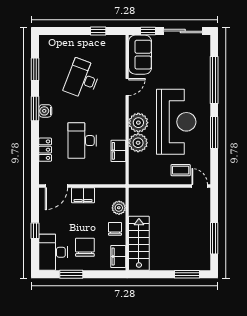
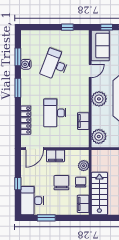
water cooler: (45, 111) -> (26, 64), moved
plant: (138, 143) -> (99, 137), moved
locker: (45, 150) -> (26, 120), width x1.53
chair: (85, 247) -> (61, 183), moved

